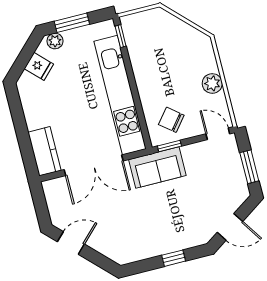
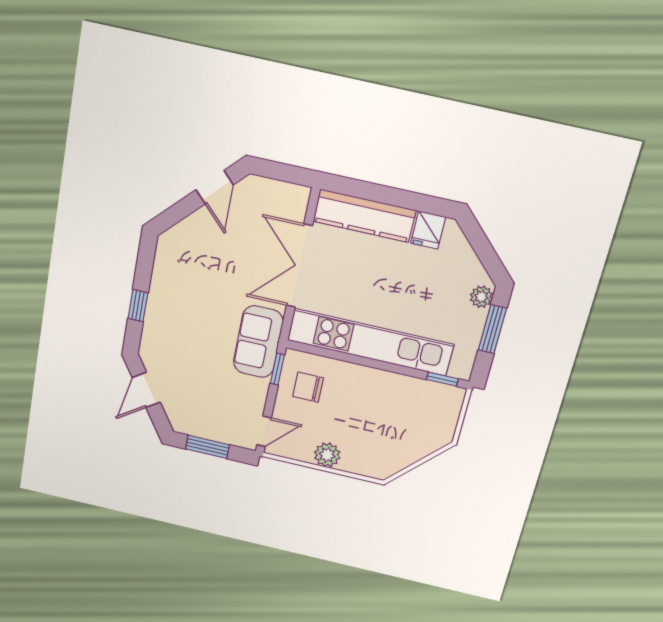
fridge: (39, 66) -> (428, 230), moved, turned -45
chair: (171, 120) -> (308, 387), turned -129
kitchen counter: (44, 151) -> (364, 216), width x1.50

